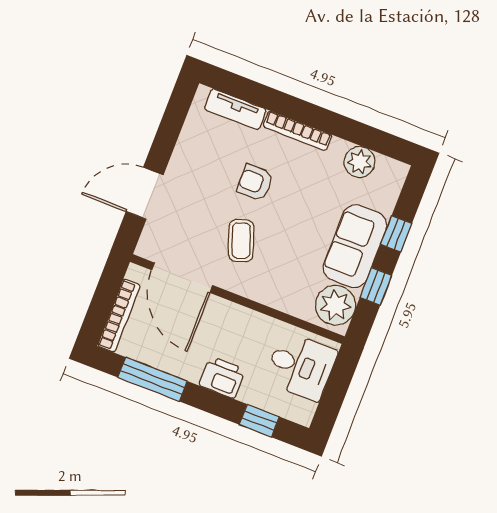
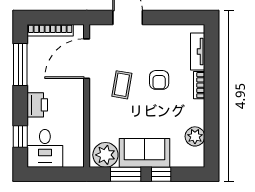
bookcase: (298, 131) -> (199, 85), width x0.64
armchair: (255, 183) -> (159, 80), turned 180
coffee table: (241, 241) -> (122, 85), turned -60
window: (376, 286) -> (126, 174), width x1.50
desk: (301, 366) -> (45, 148), moved

